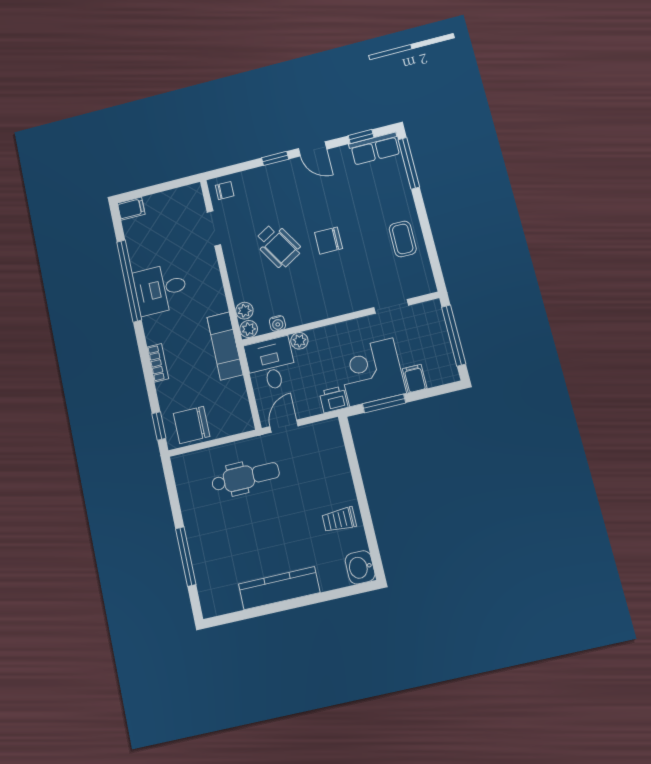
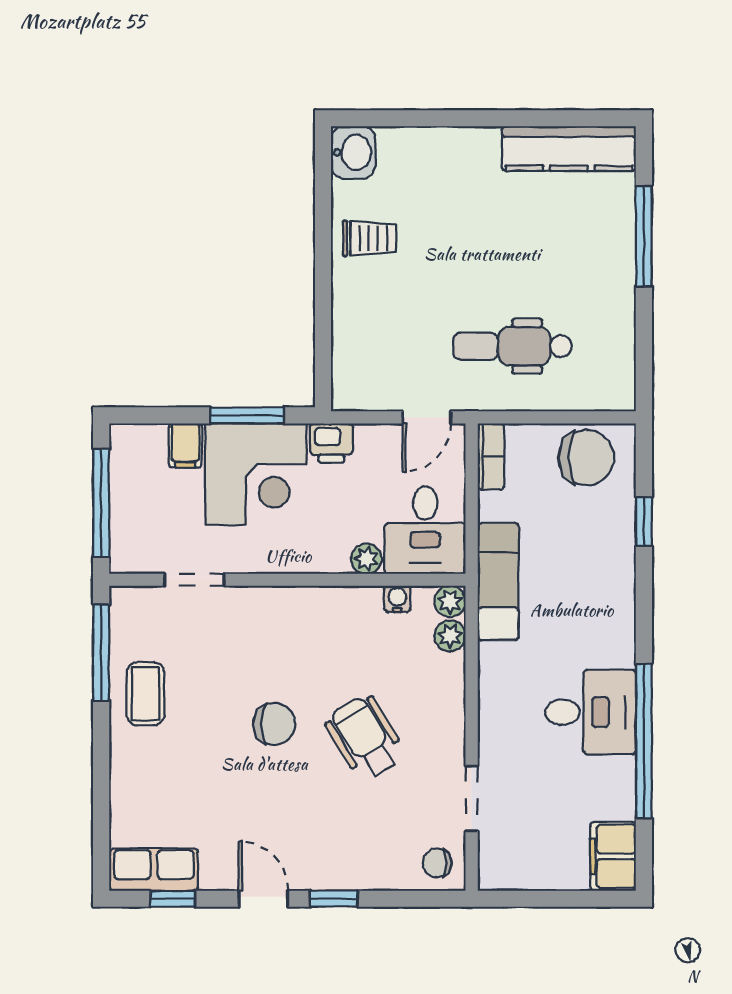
window: (409, 163) -> (101, 653), moved
filing cabinet: (131, 209) -> (613, 856), width x2.00
bookcase: (158, 363) -> (491, 456), moved, turned 180
window: (159, 426) -> (644, 522), moved
kitchen counter: (279, 588) -> (569, 149), moved

